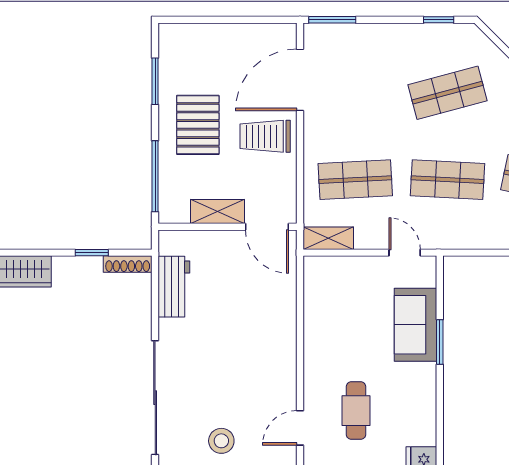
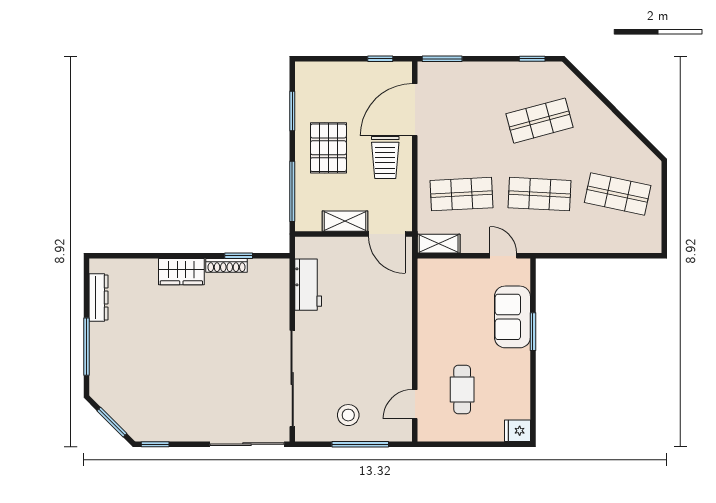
window: (259, 20) -> (380, 59), added
trolley: (265, 136) -> (385, 157), turned -90
shoe rack: (128, 264) -> (227, 265), moved

